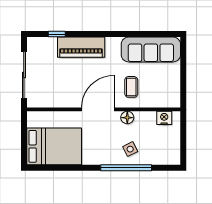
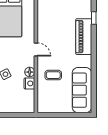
door: (98, 109) -> (36, 49), width x0.53
nightstand: (164, 118) -> (29, 83), moved

